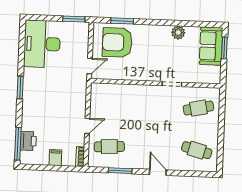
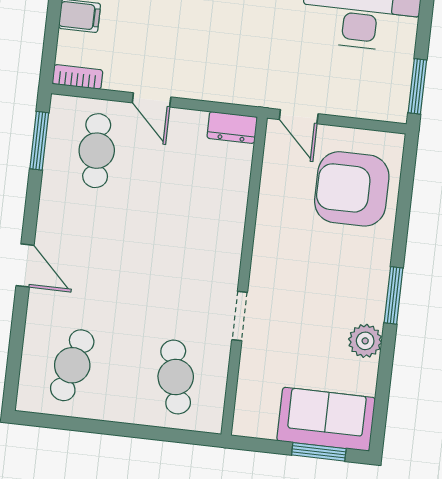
window: (122, 21) -> (394, 295), moved
armchair: (117, 42) -> (352, 189), turned -90
dresser: (96, 93) -> (232, 127), added
window: (120, 171) -> (39, 141), moved
door: (158, 172) -> (25, 265), hinge flipped

